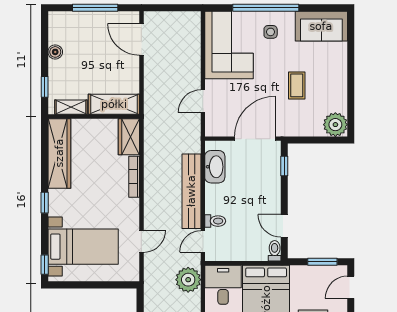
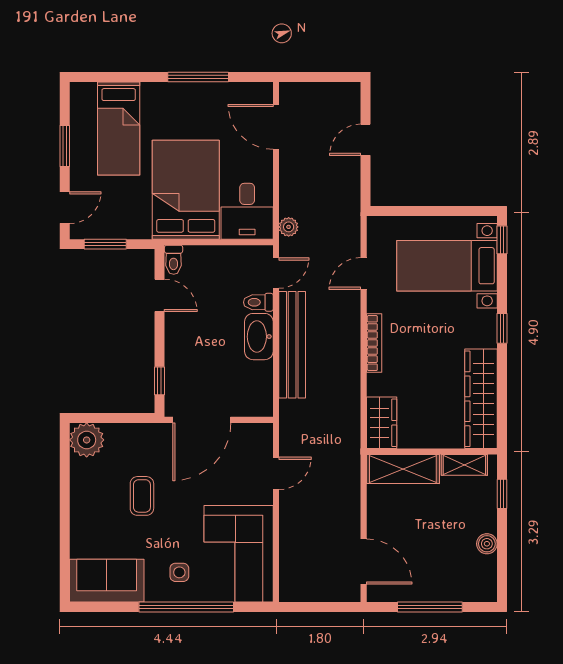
washbasin: (215, 167) -> (259, 337), moved
bookcase: (134, 177) -> (374, 343), moved
plant: (188, 280) -> (289, 227), width x0.53, depth x0.53

